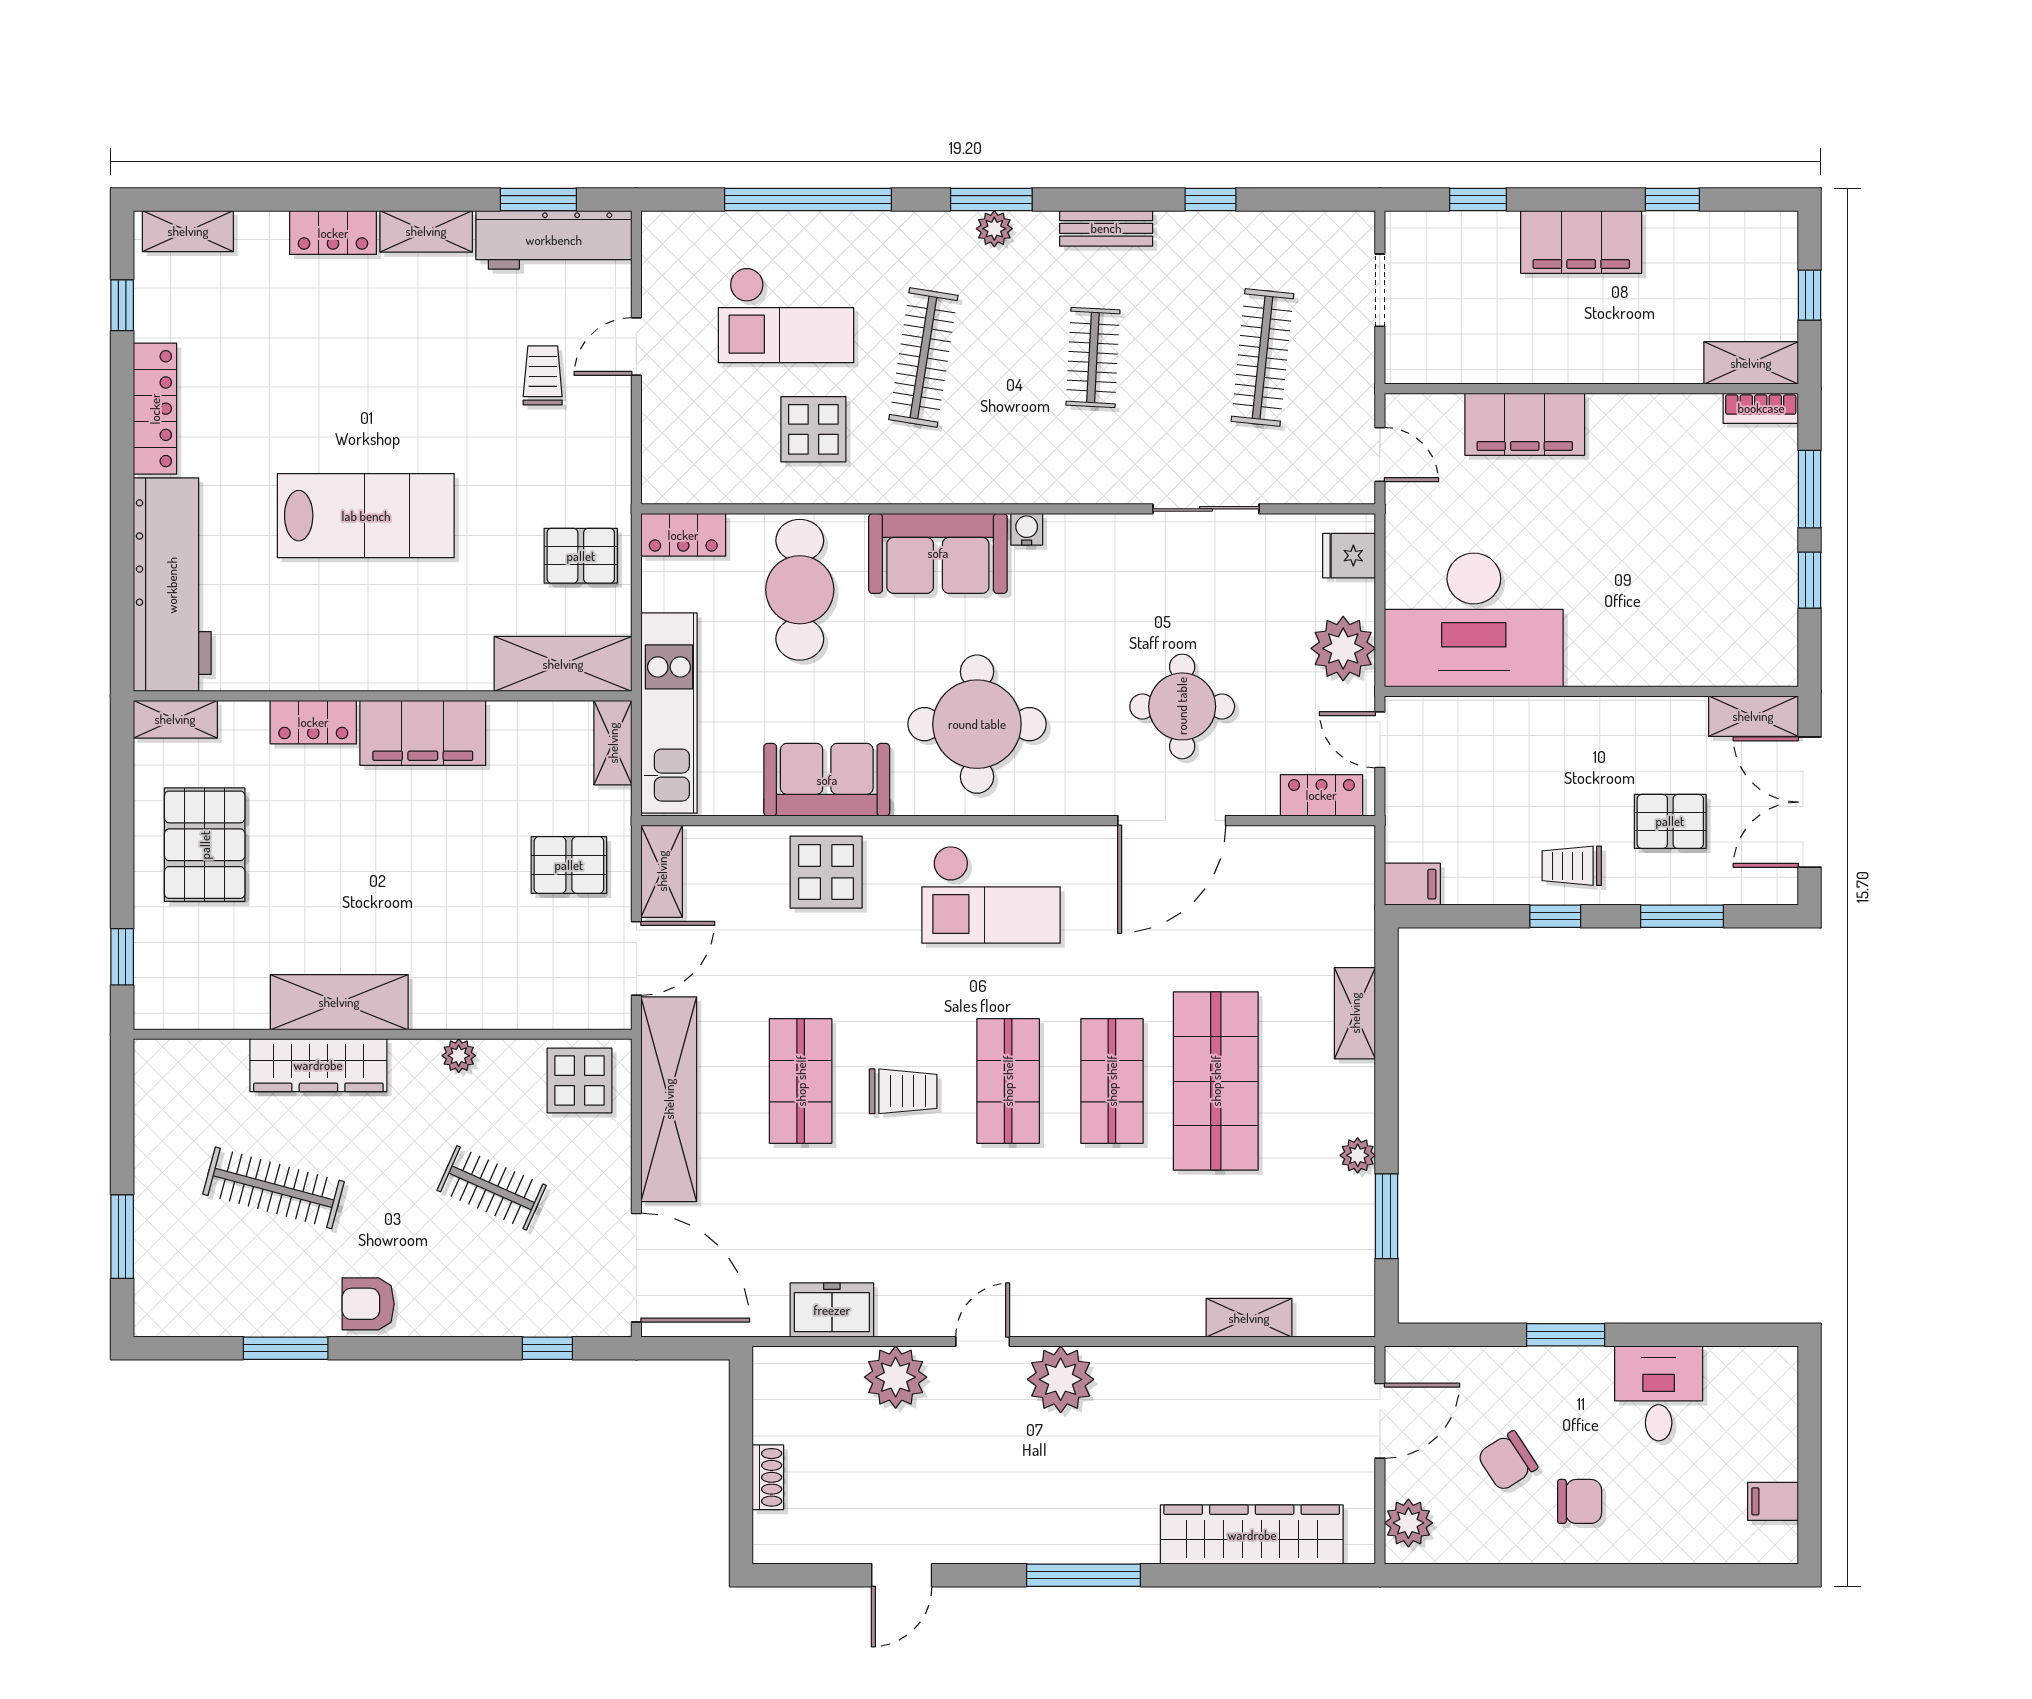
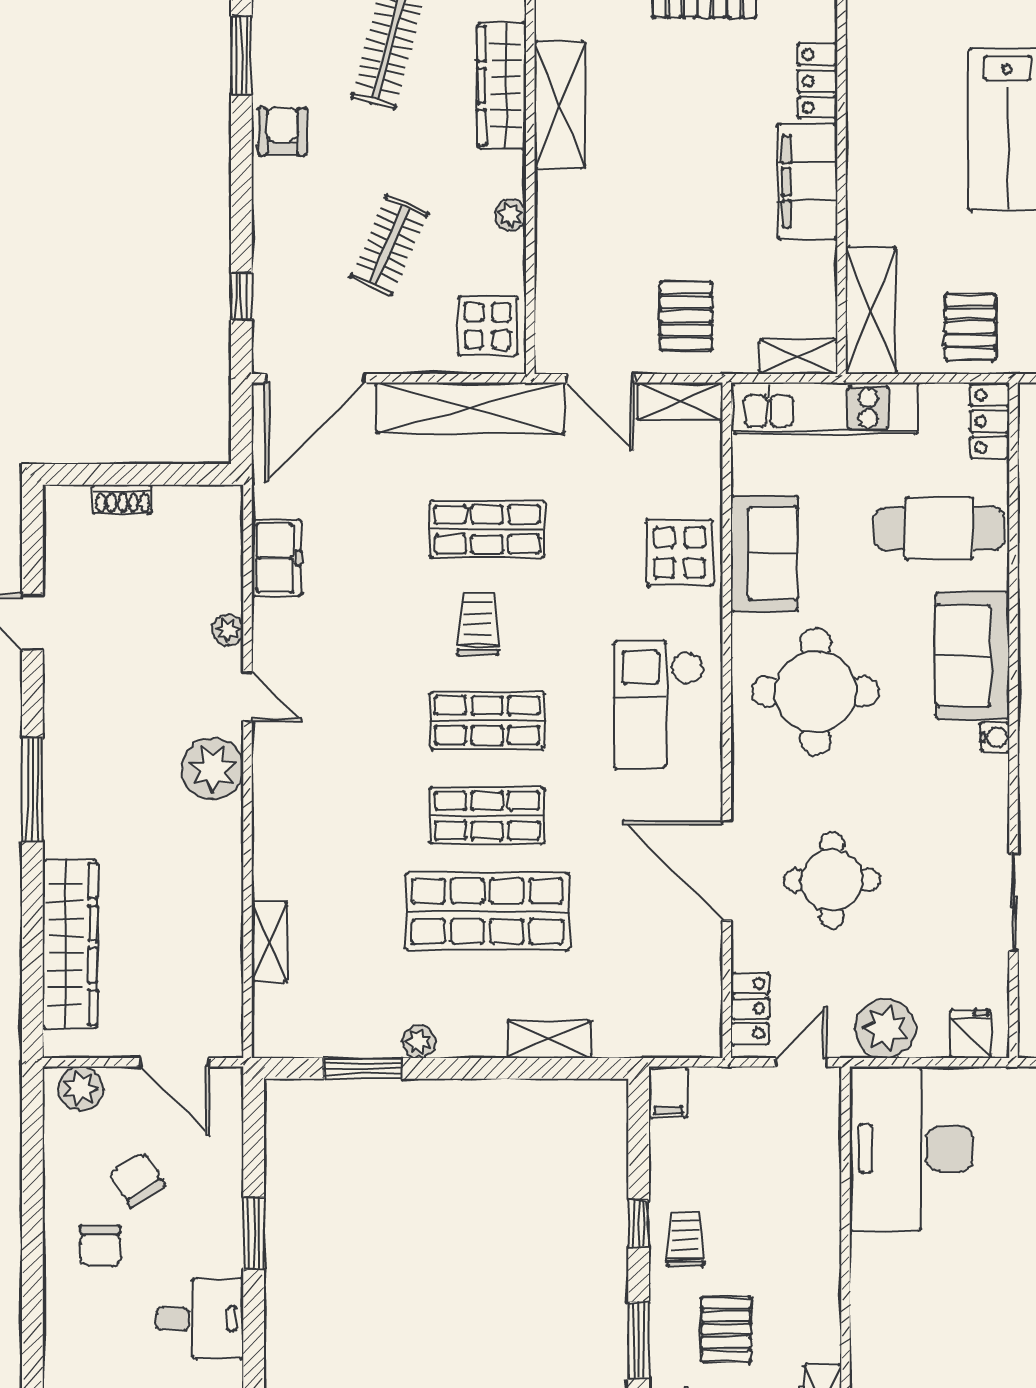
trolley: (903, 1091) -> (478, 624), turned 180
plant: (896, 1377) -> (228, 630), width x0.53, depth x0.53

